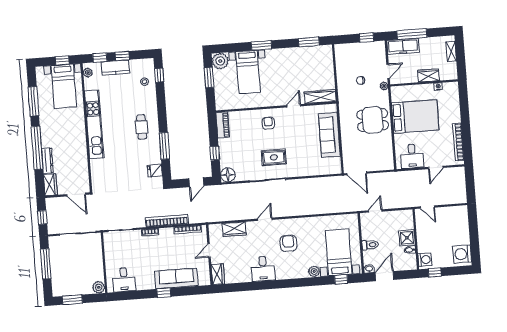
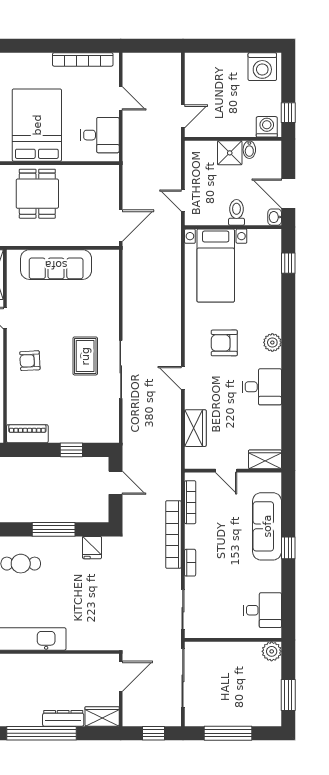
floor lamp: (228, 175) -> (108, 432), removed
bed with nightstands: (339, 252) -> (216, 266), moved, turned -90
plant: (314, 271) -> (272, 342), moved

